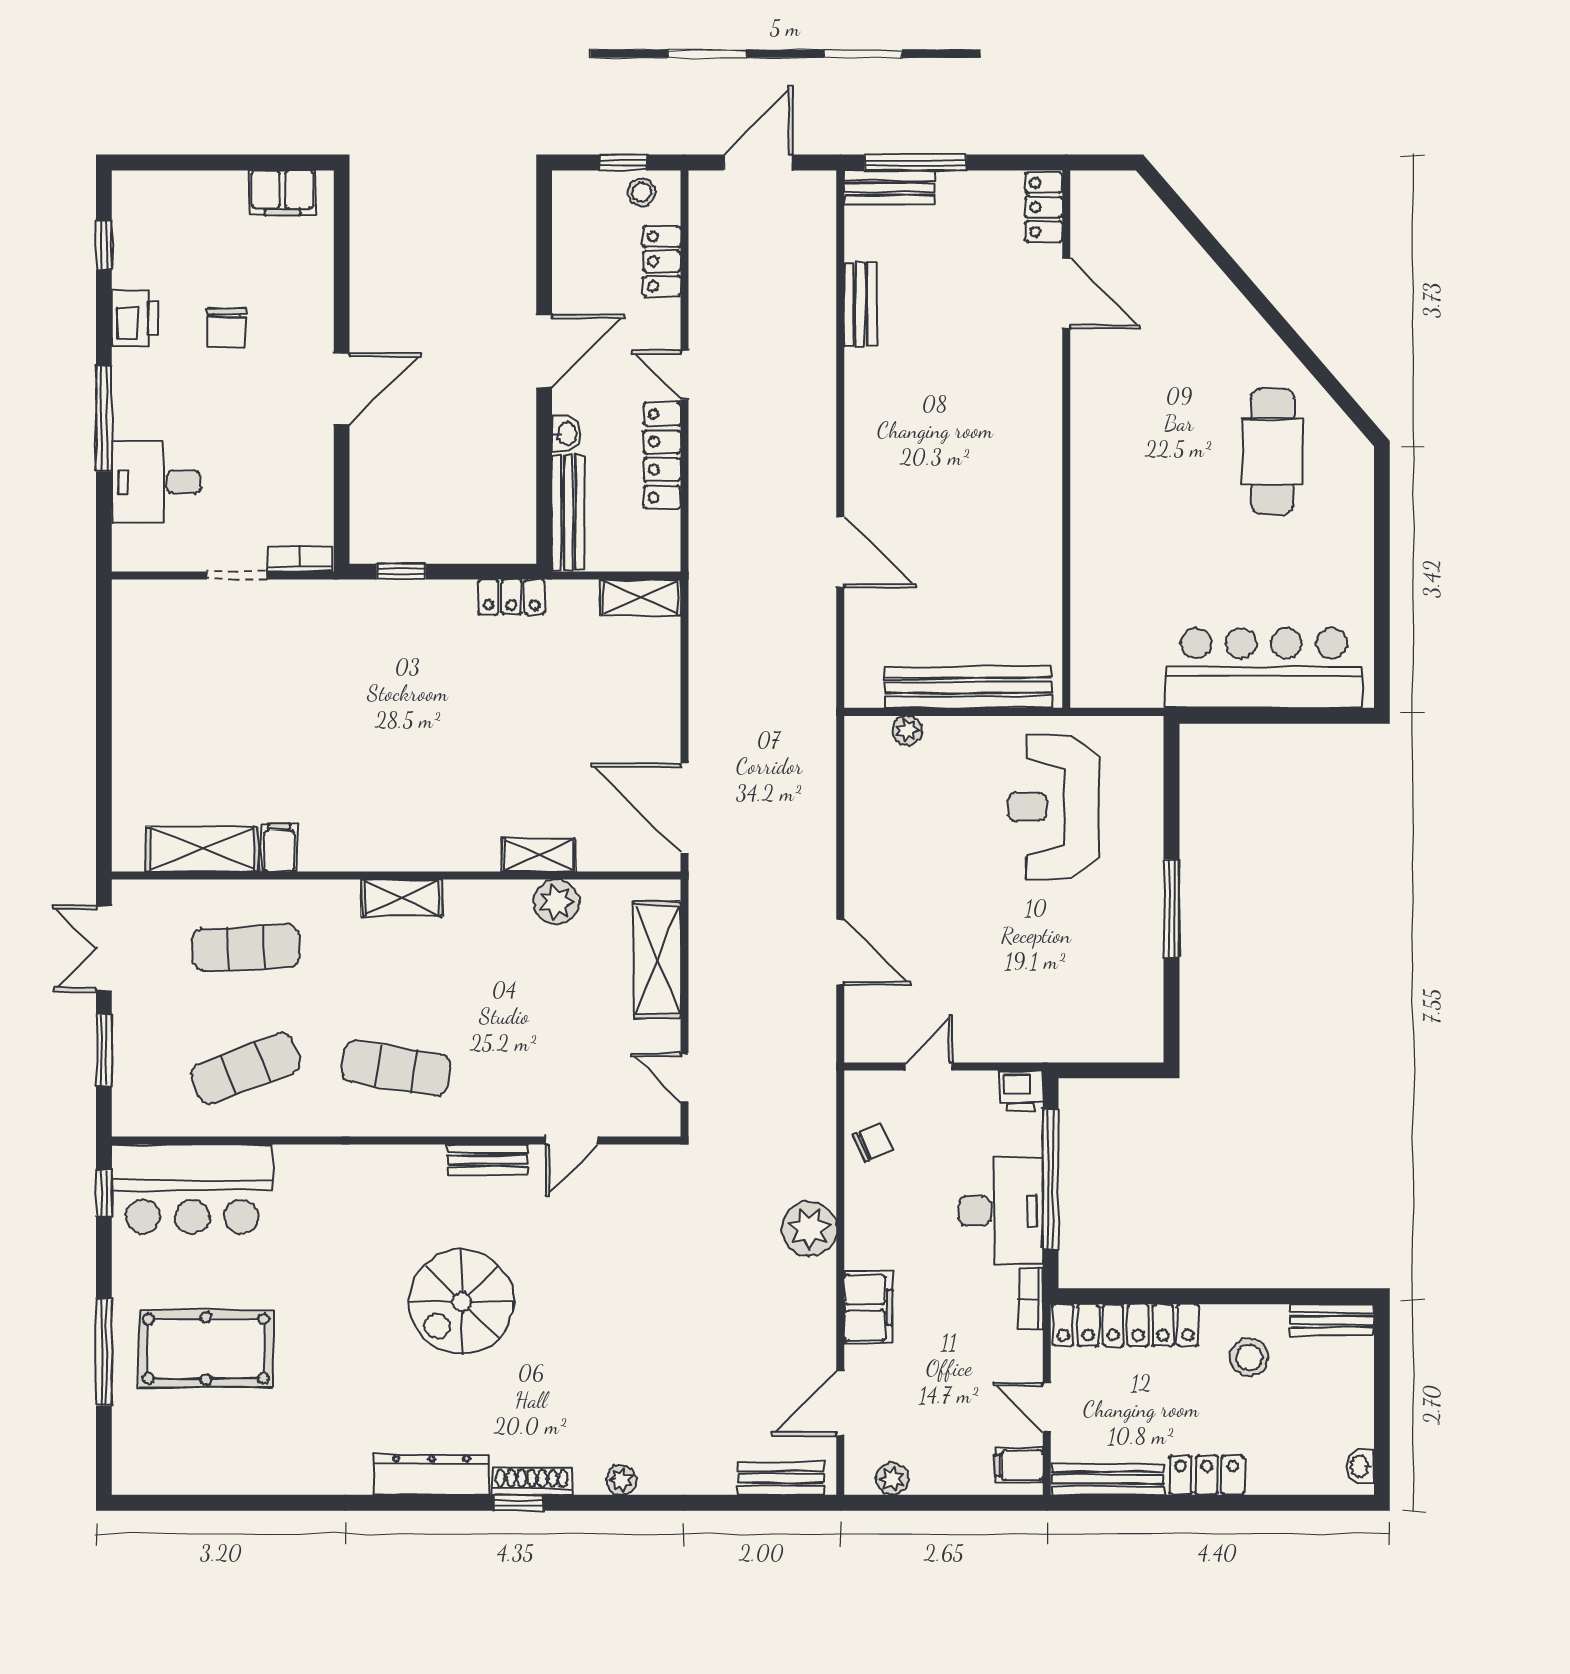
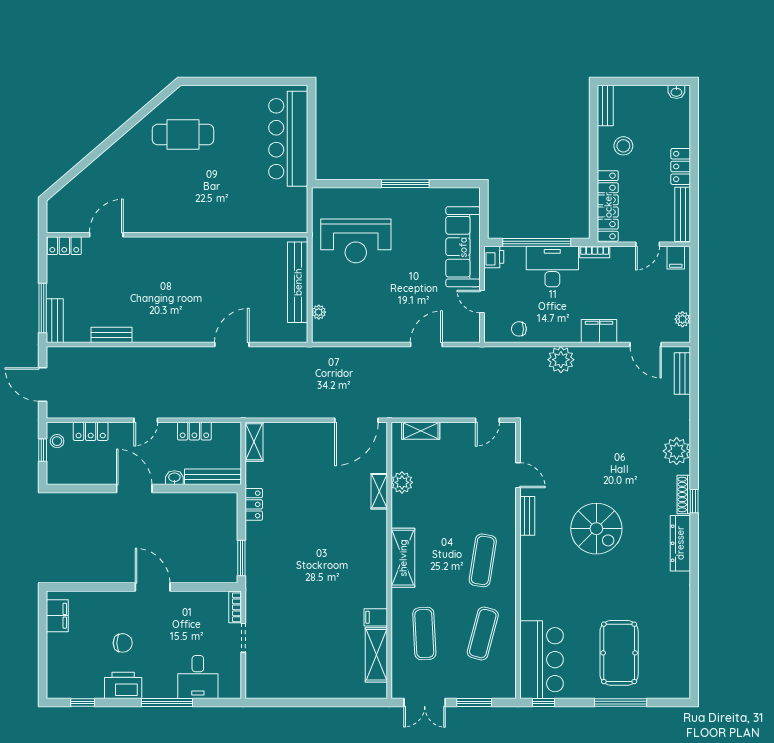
printer: (135, 318) -> (123, 685), width x1.37, depth x1.19
locker: (662, 456) -> (194, 431), width x0.66
window: (401, 572) -> (241, 558), width x1.50
shelving: (402, 898) -> (403, 558), width x1.50, depth x1.33
shelving: (657, 960) -> (421, 431), width x0.67, depth x0.75
sofa: (1042, 1027) -> (463, 247), added
exercise mat: (246, 1068) -> (483, 634), turned 36
chair: (872, 1142) -> (519, 329), turned -66
plant: (621, 1480) -> (677, 451), width x1.88, depth x1.88

